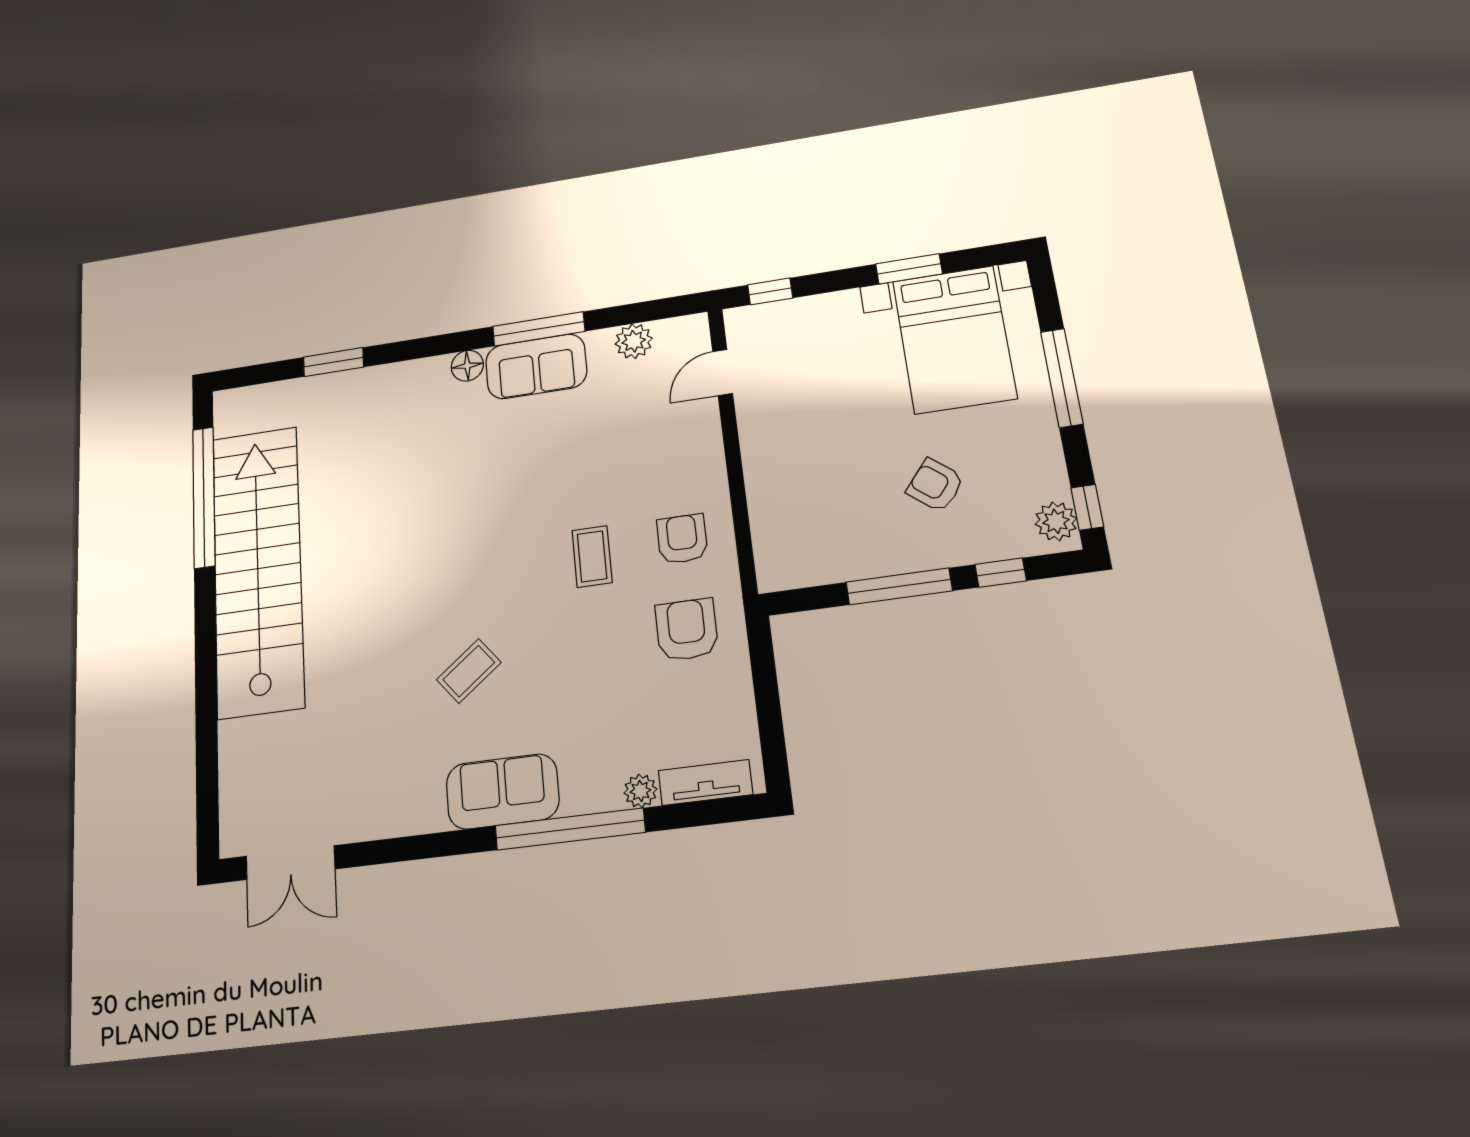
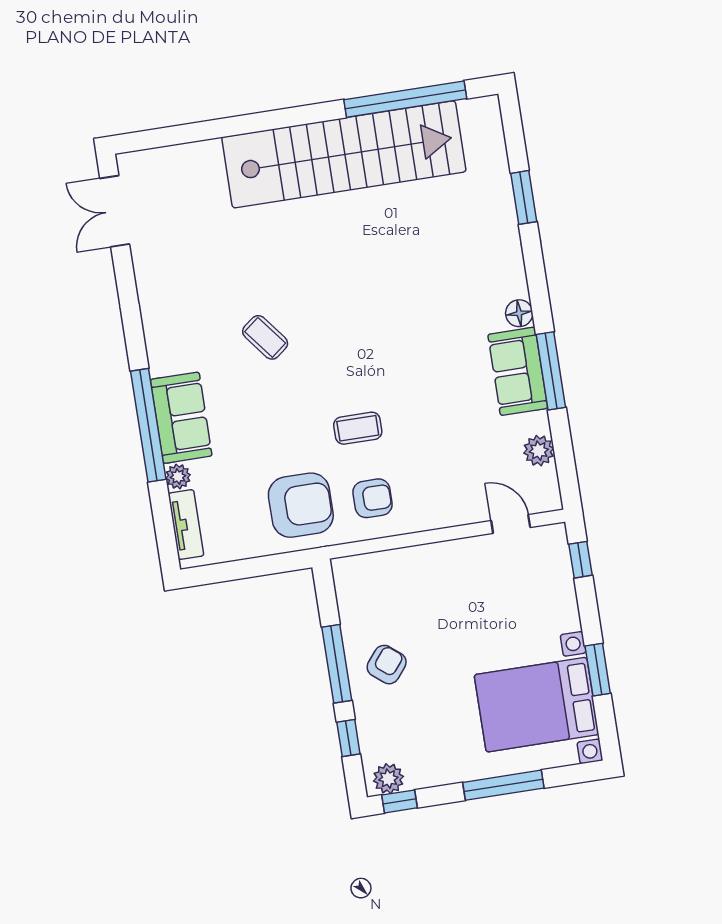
armchair: (935, 485) -> (387, 665), moved
armchair: (687, 630) -> (301, 505), width x1.36, depth x1.36
sofa: (503, 792) -> (181, 418), moved

